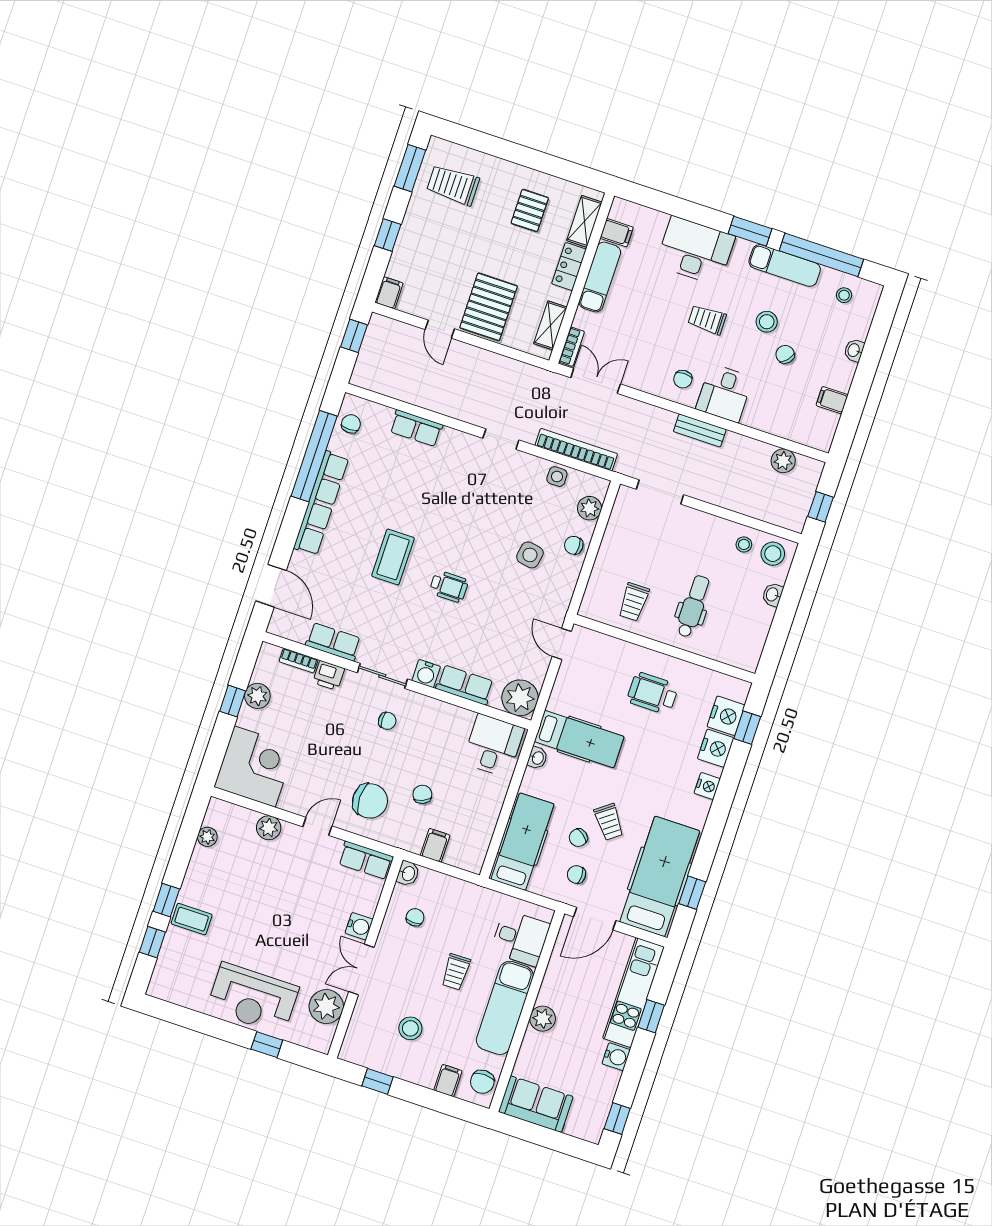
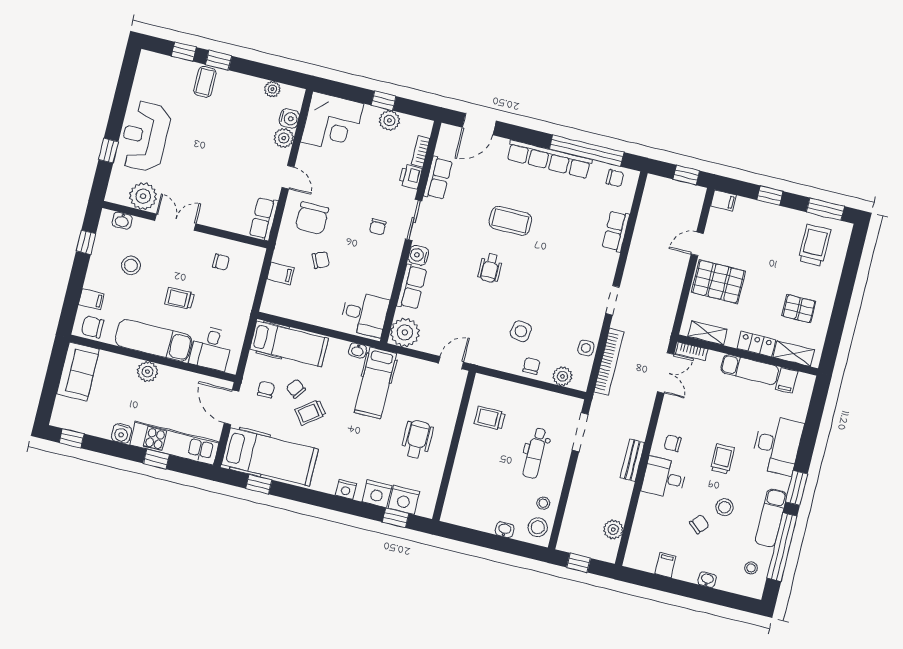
dental chair: (693, 606) -> (535, 453), moved, turned 90
washbasin: (408, 873) -> (122, 221), moved
water cooler: (359, 926) -> (289, 118), moved, turned -90

